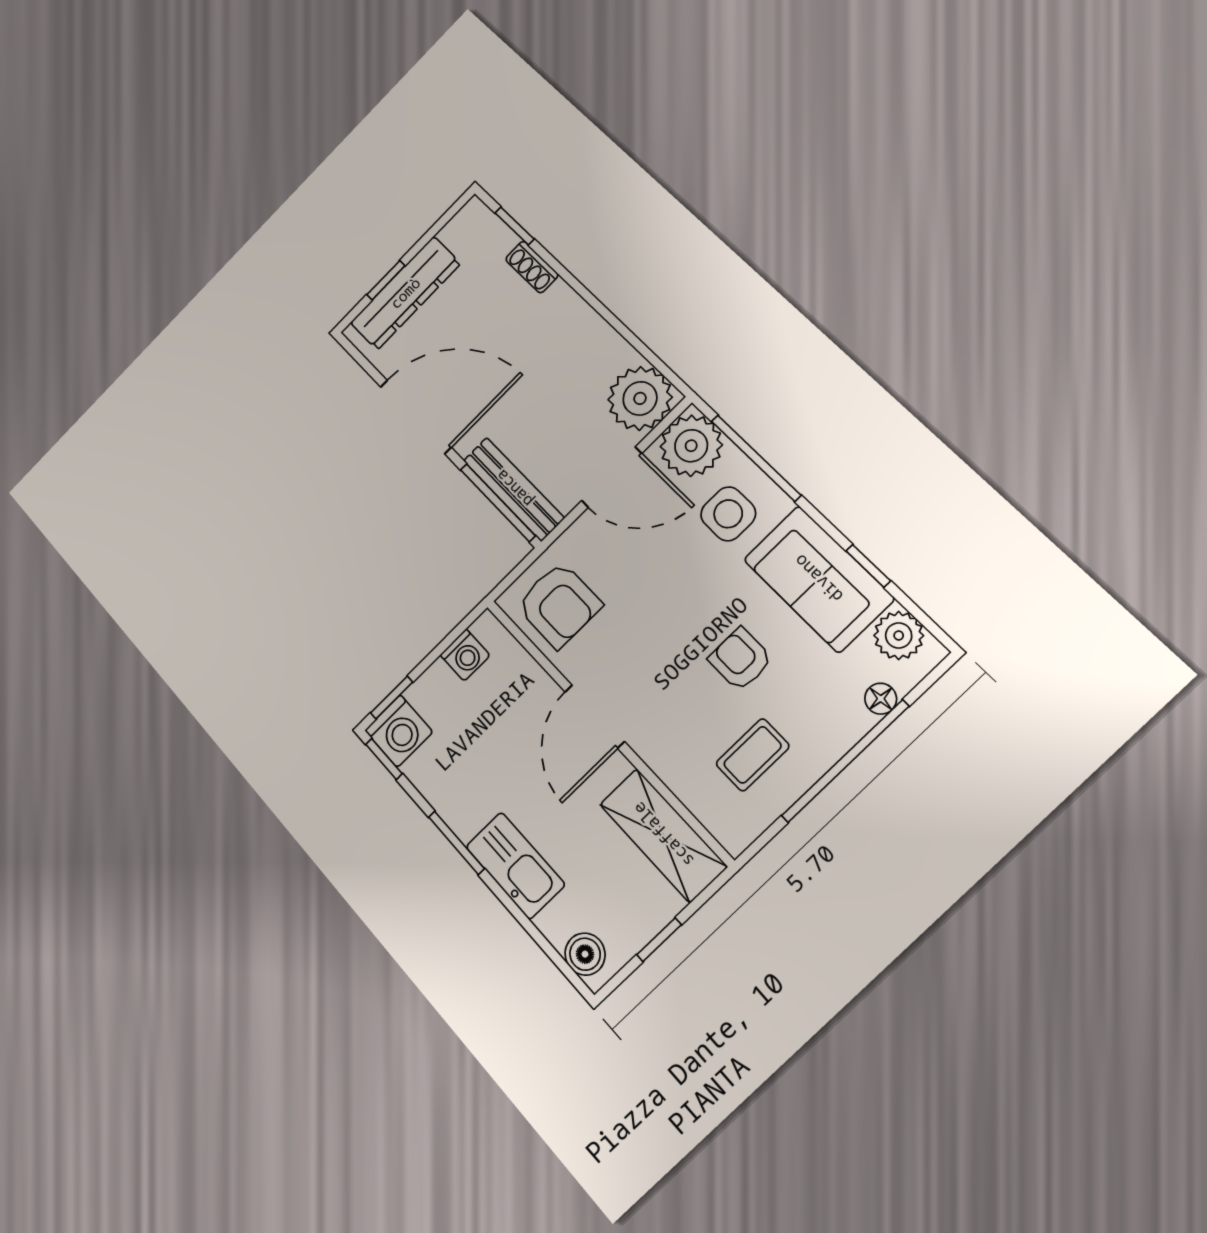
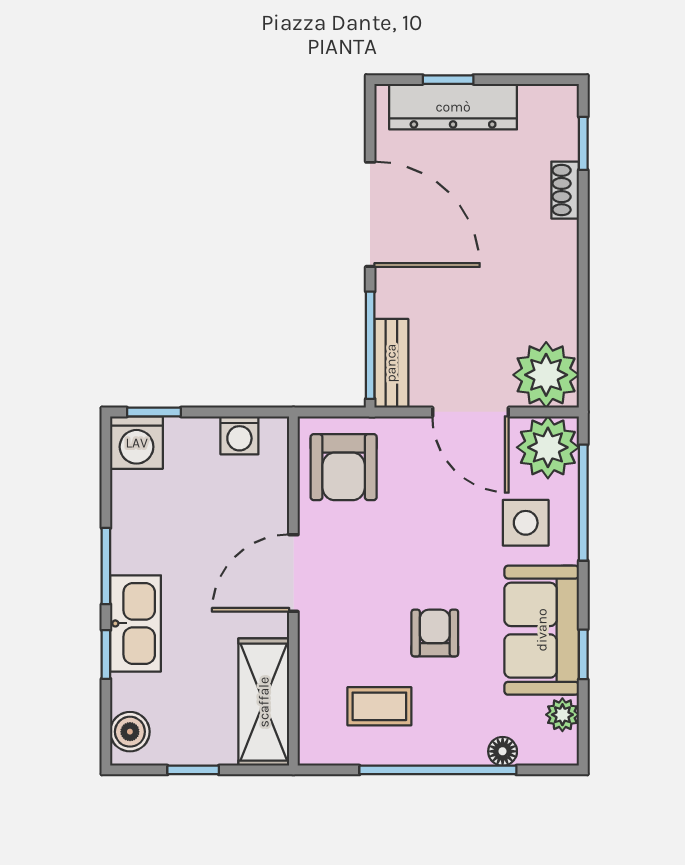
bench: (514, 489) -> (391, 363), width x0.73
plant: (899, 635) -> (562, 715), width x0.73, depth x0.73
window: (384, 759) -> (106, 654), moved

